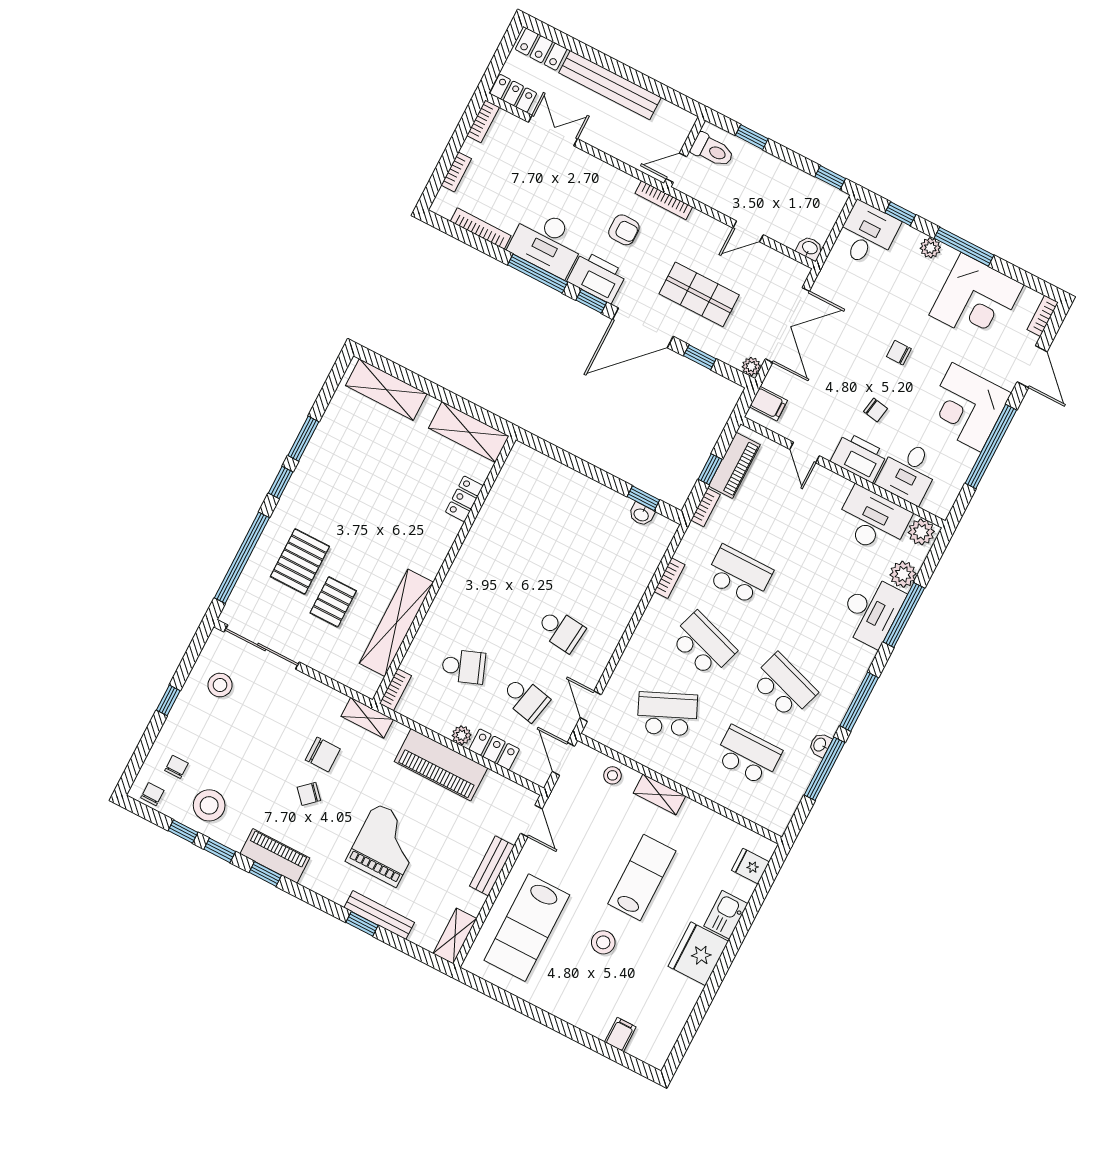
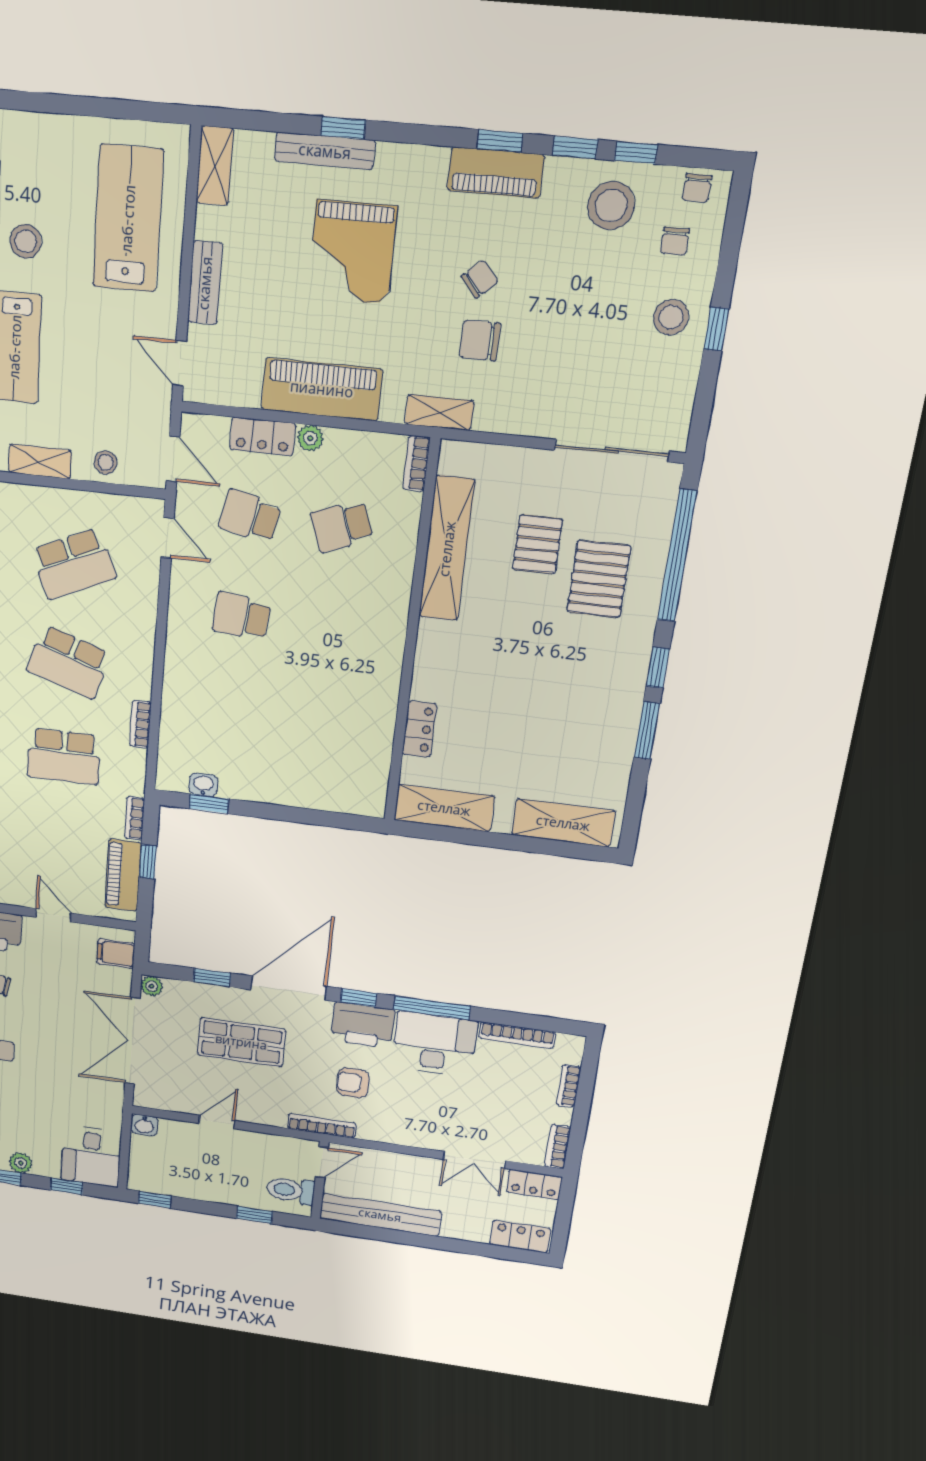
bench: (610, 85) -> (380, 1215), moved
stool: (220, 685) -> (671, 317), moved

